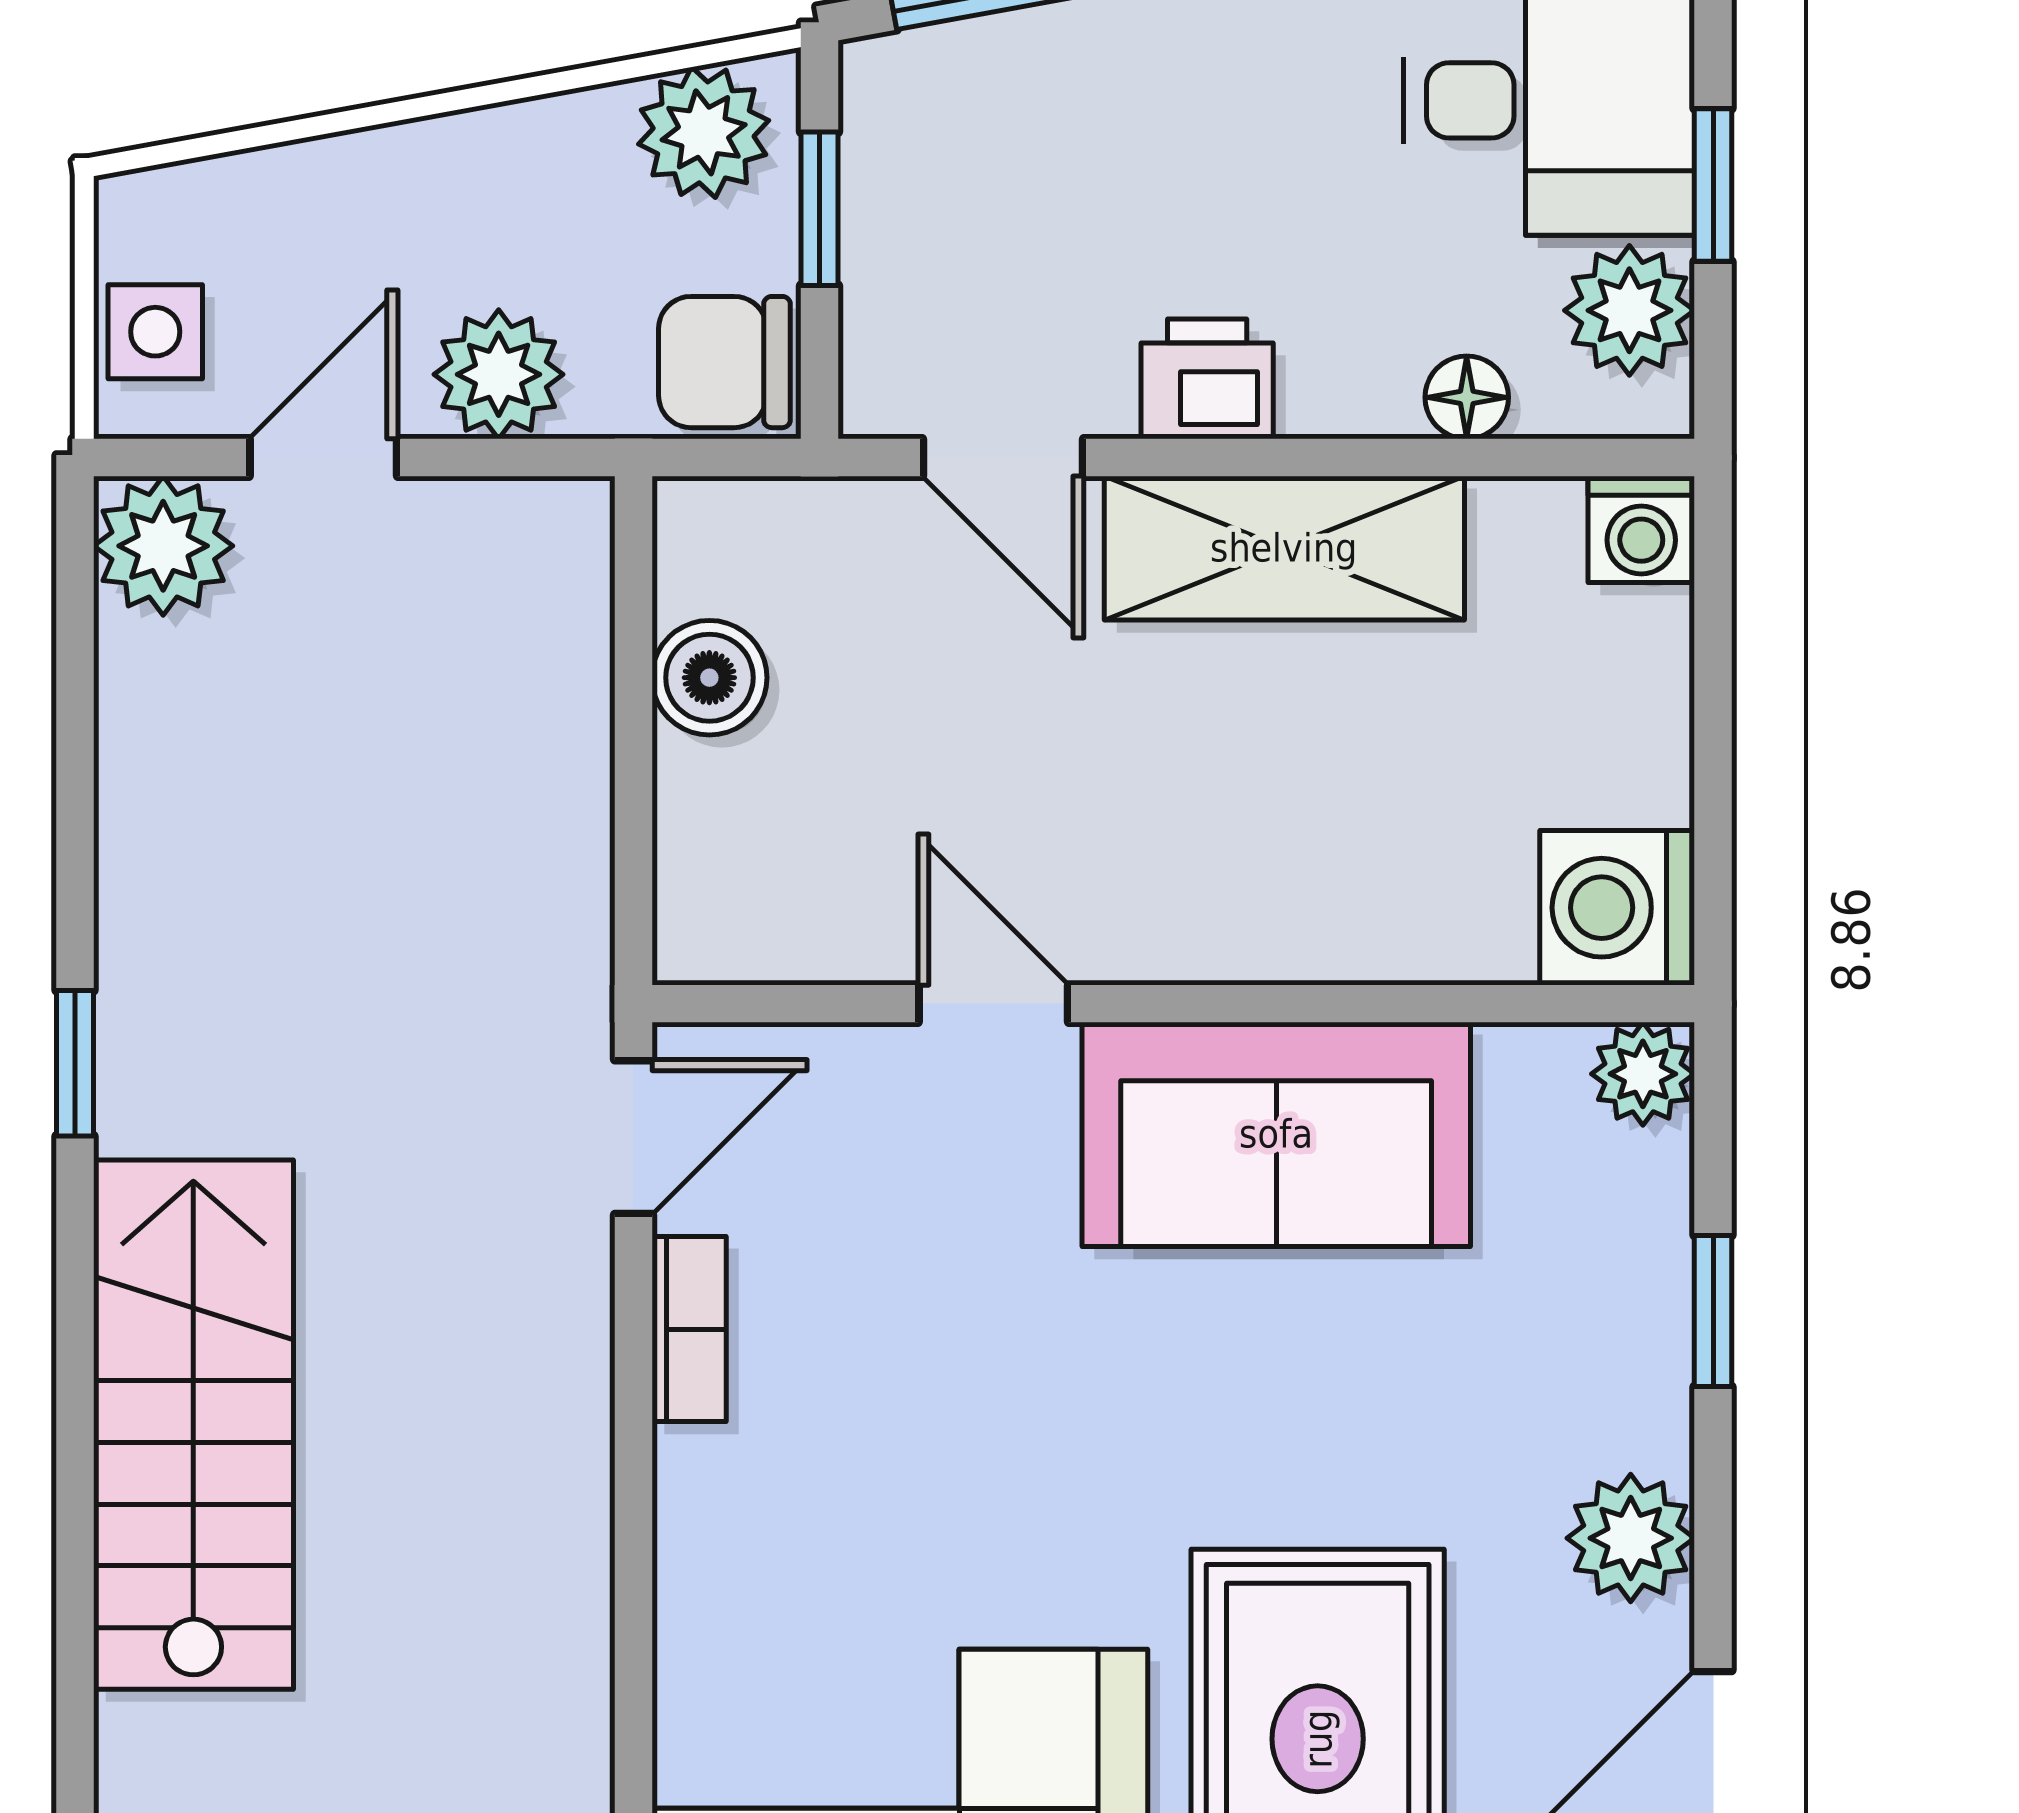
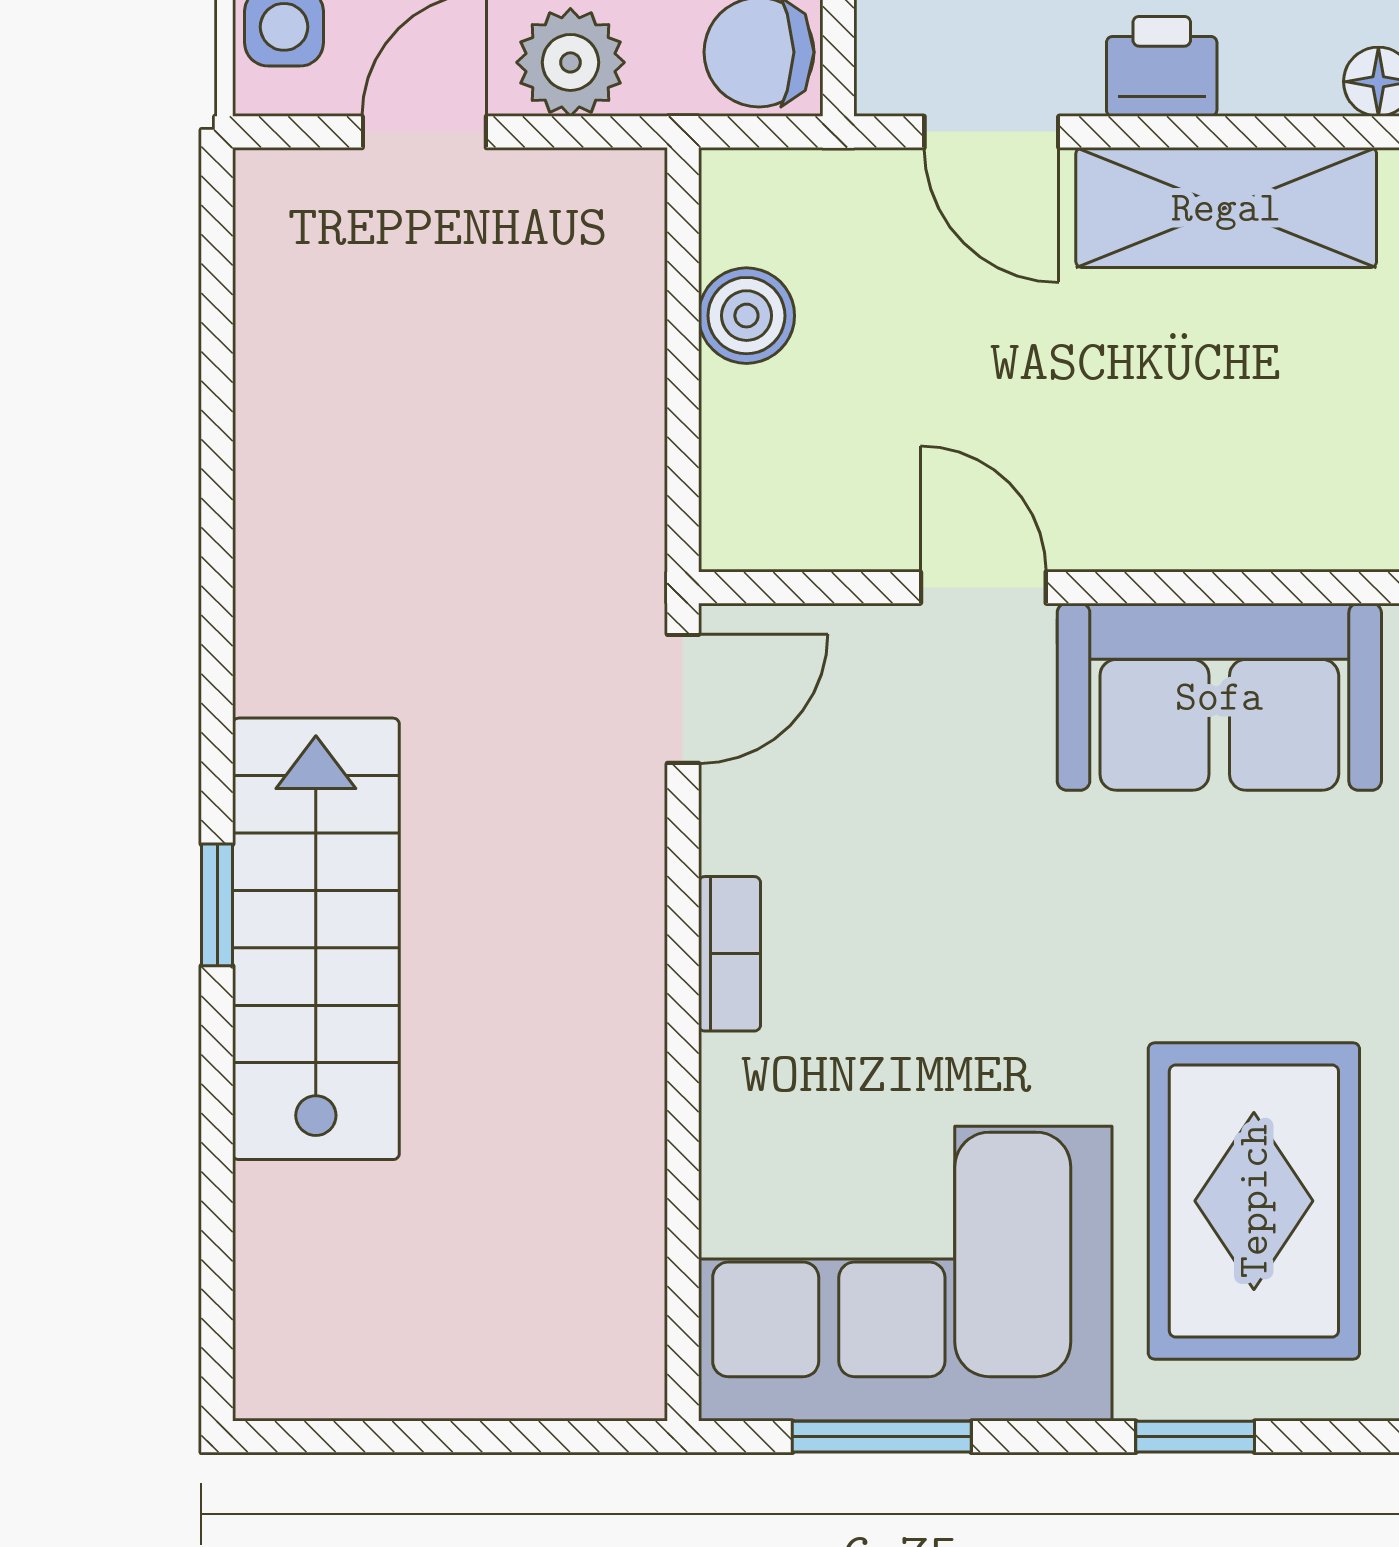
plant: (163, 546) -> (291, 206), removed
window: (75, 1063) -> (217, 905), moved
bookcase: (689, 1329) -> (729, 954), moved

